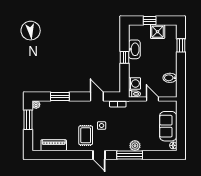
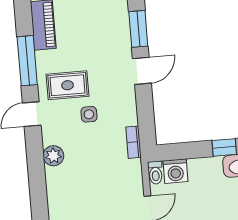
door: (97, 96) -> (142, 71), moved
plant: (135, 146) -> (53, 156), moved
window: (130, 155) -> (27, 61), moved

